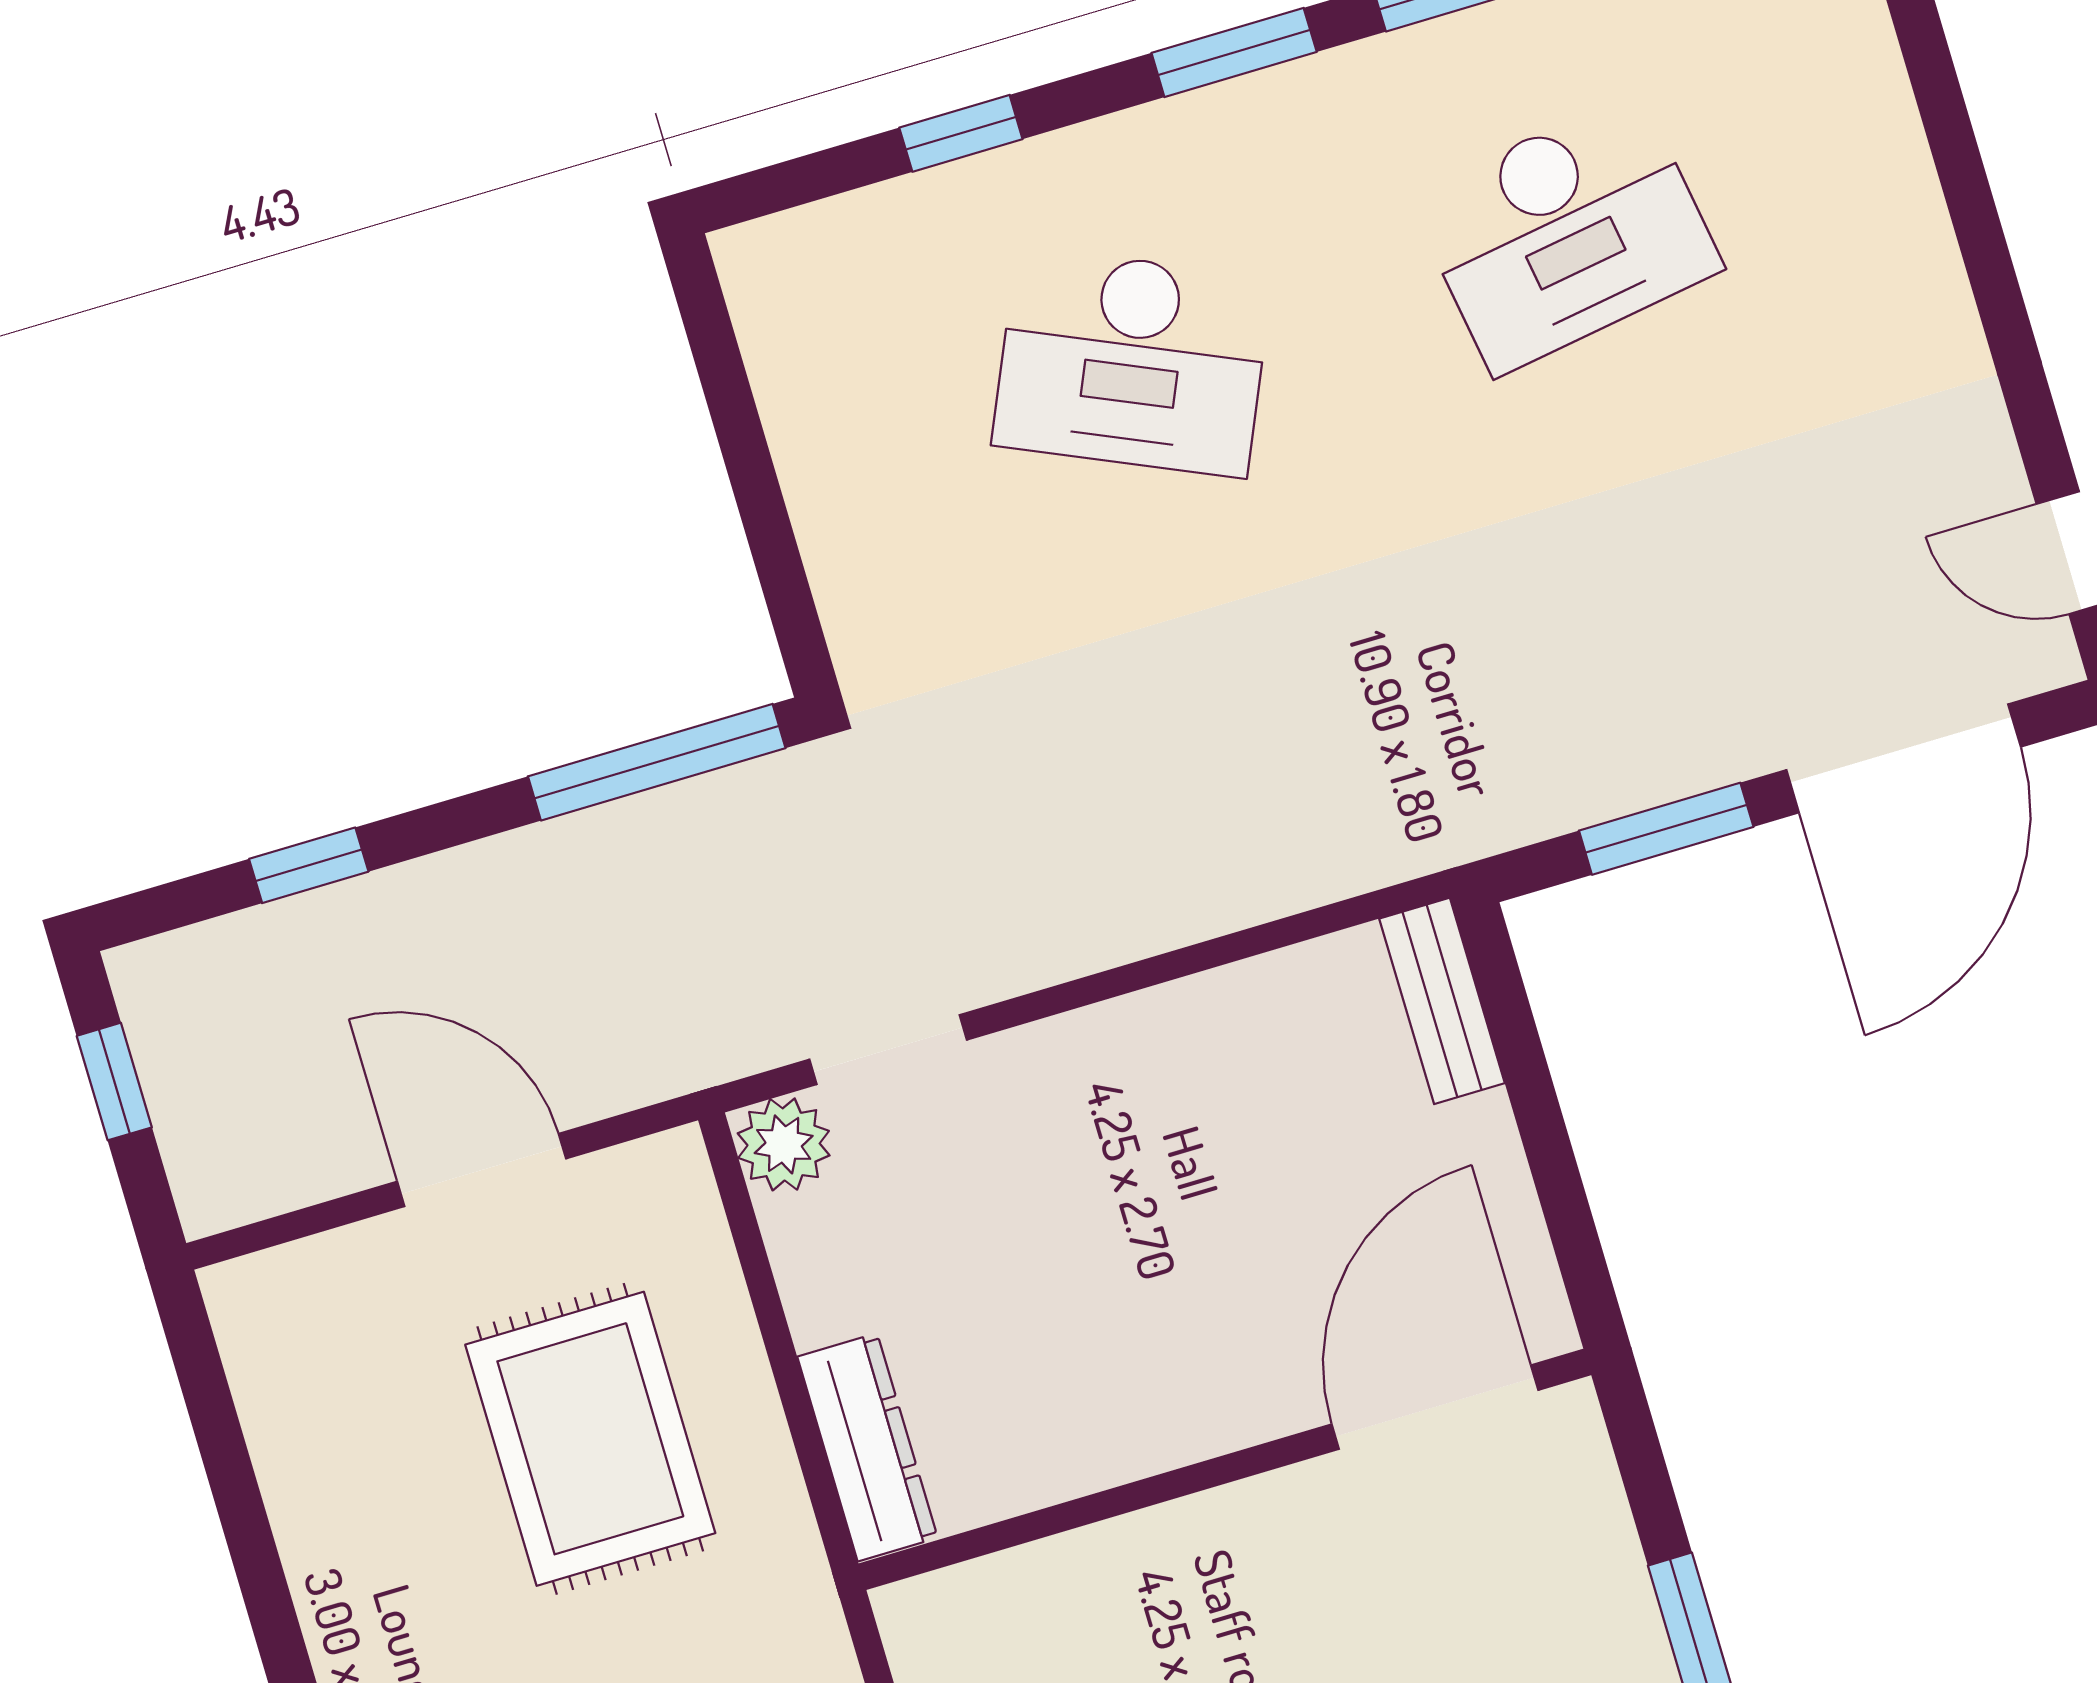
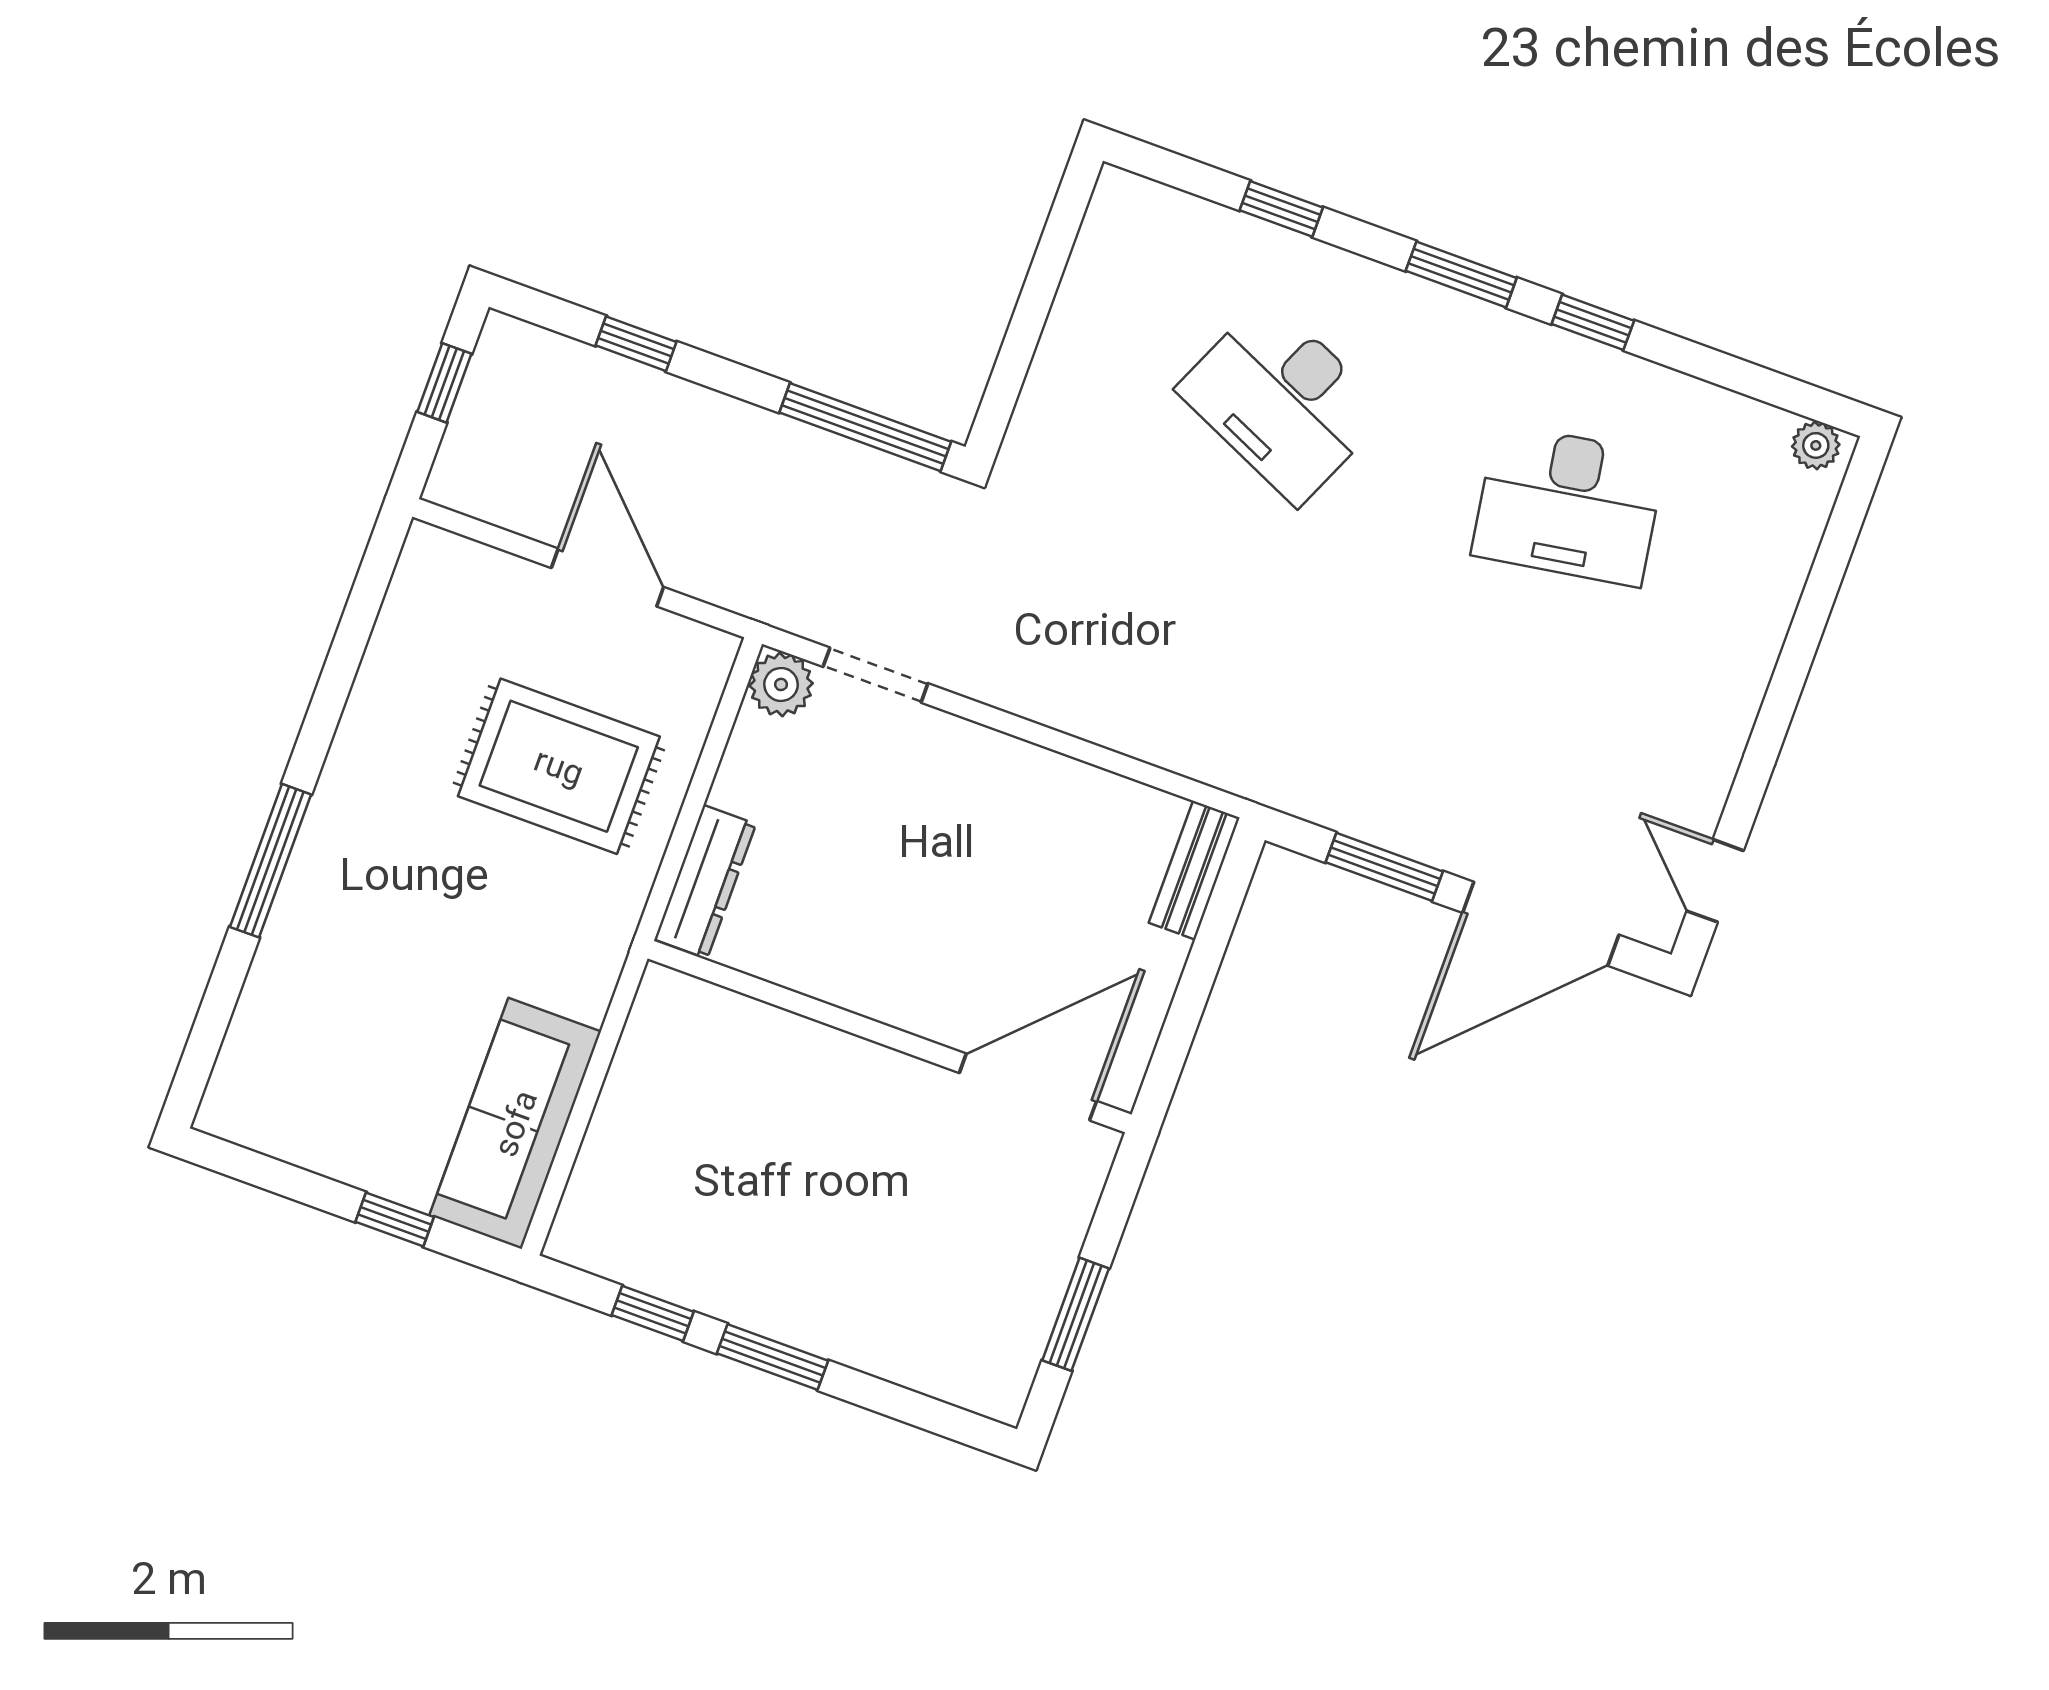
rug: (590, 1439) -> (559, 766), turned 90

